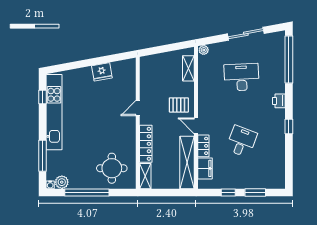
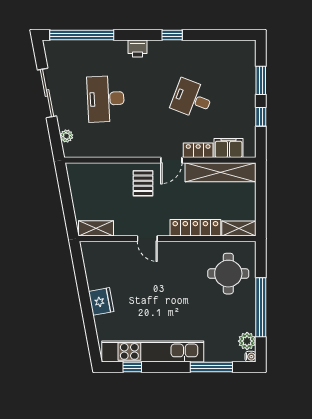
plant: (204, 50) -> (66, 136), moved
shelving: (188, 68) -> (96, 228), moved
fridge: (102, 72) -> (101, 301), moved

